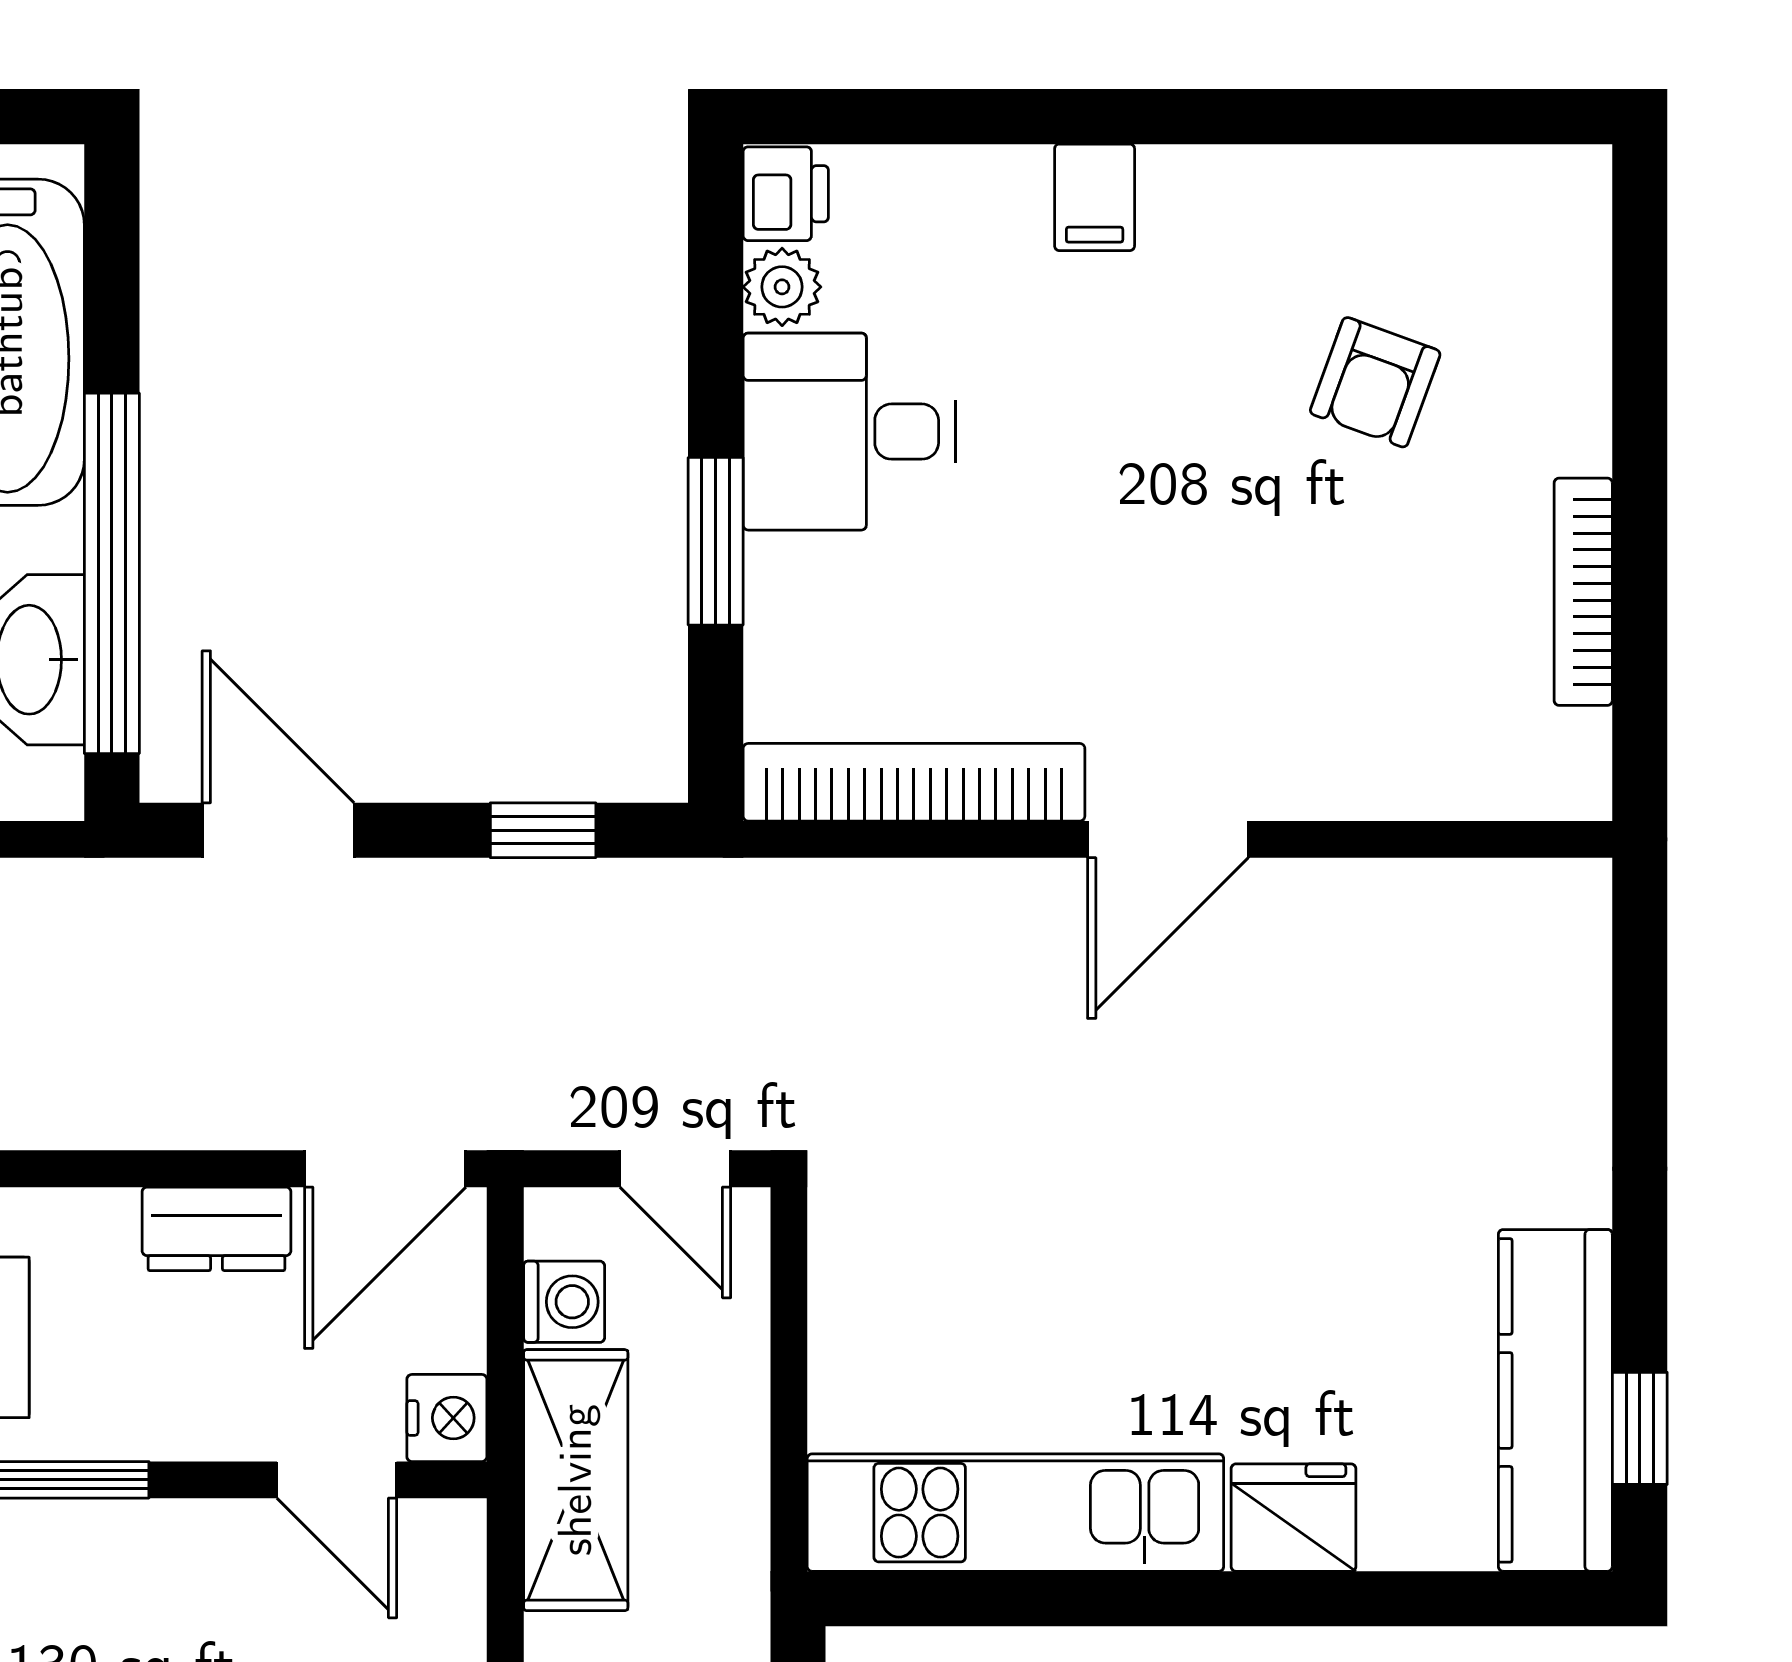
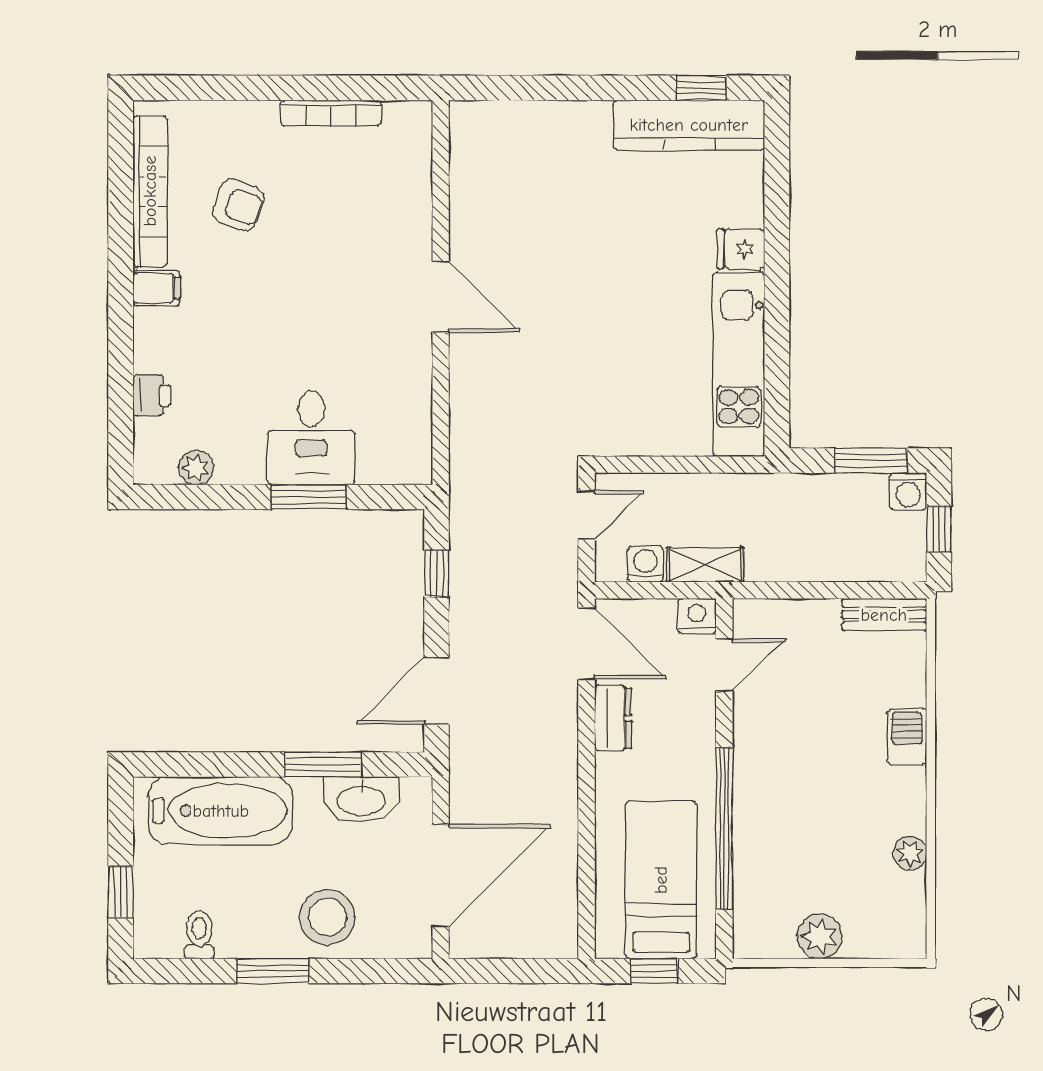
printer: (786, 194) -> (152, 395), moved, turned 90
filing cabinet: (1095, 197) -> (156, 288), moved
desk: (849, 432) -> (311, 438), moved
window: (112, 573) -> (323, 764), width x0.47
bookcase: (914, 782) -> (150, 191), moved, turned 180
shelving: (576, 1480) -> (705, 565), width x0.67, depth x0.75
fridge: (1293, 1518) -> (741, 249), width x0.72

